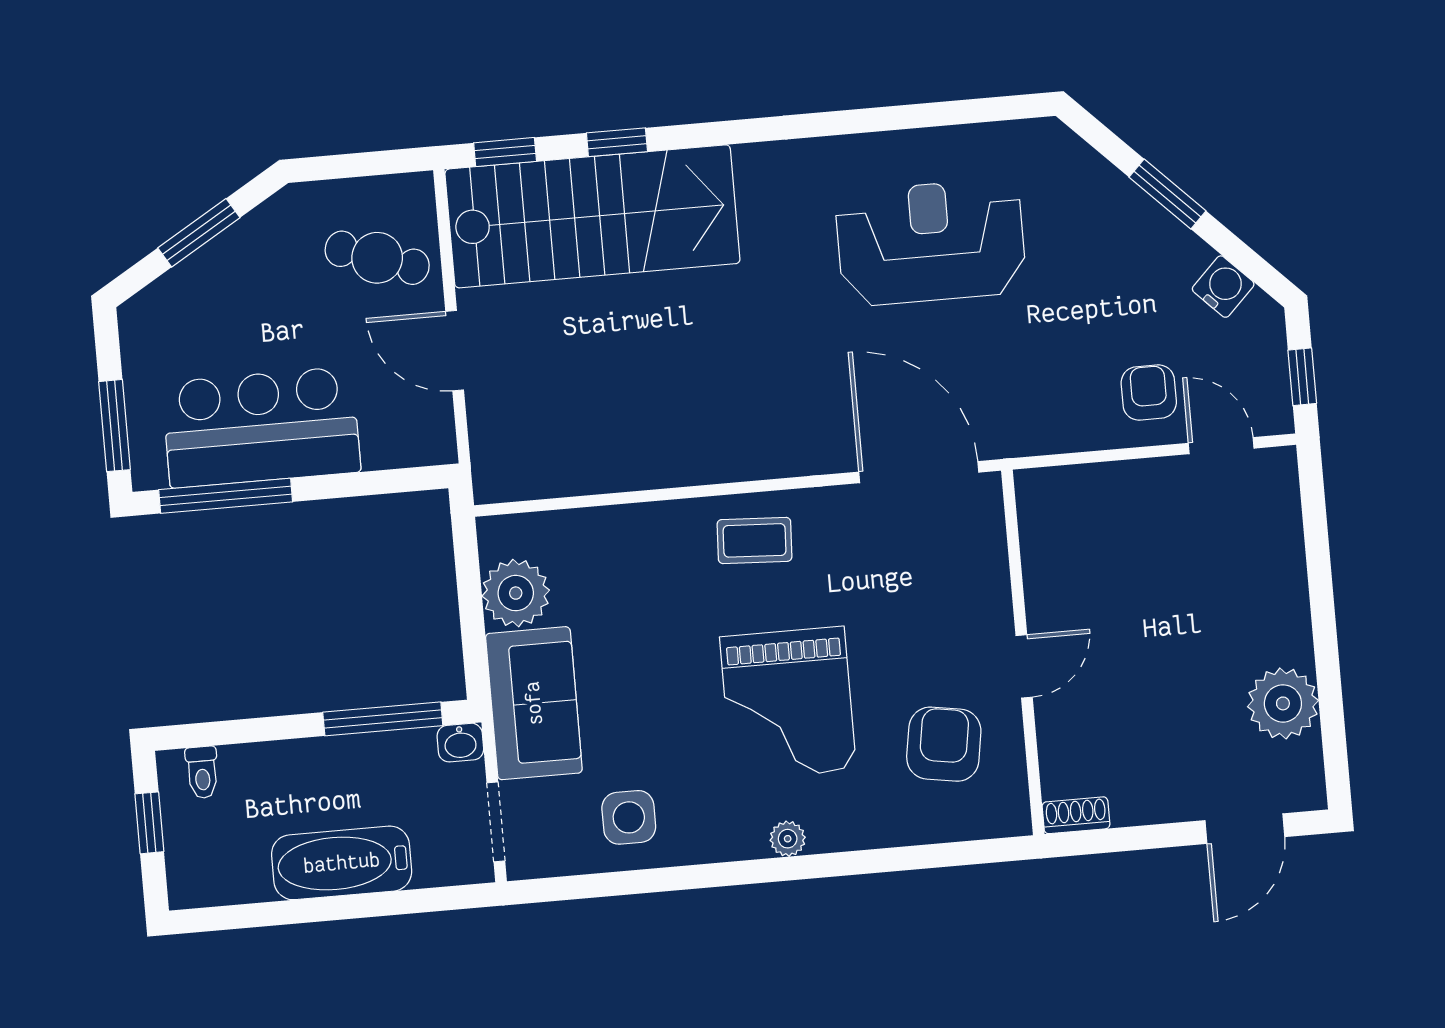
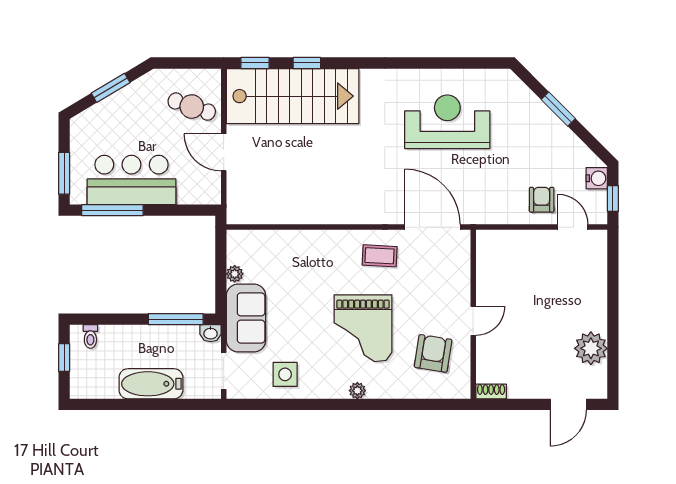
water cooler: (1223, 287) -> (597, 178), moved, turned 45
coffee table: (755, 540) -> (380, 256), moved
plant: (516, 593) -> (235, 274), width x0.53, depth x0.53

